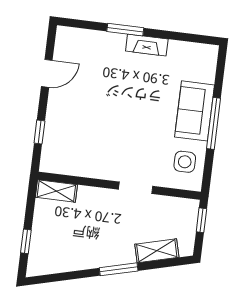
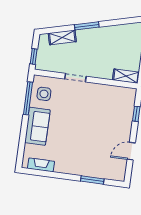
window: (125, 30) -> (92, 180), moved
fireplace: (147, 45) -> (41, 165), moved
window: (214, 123) -> (28, 98), moved

